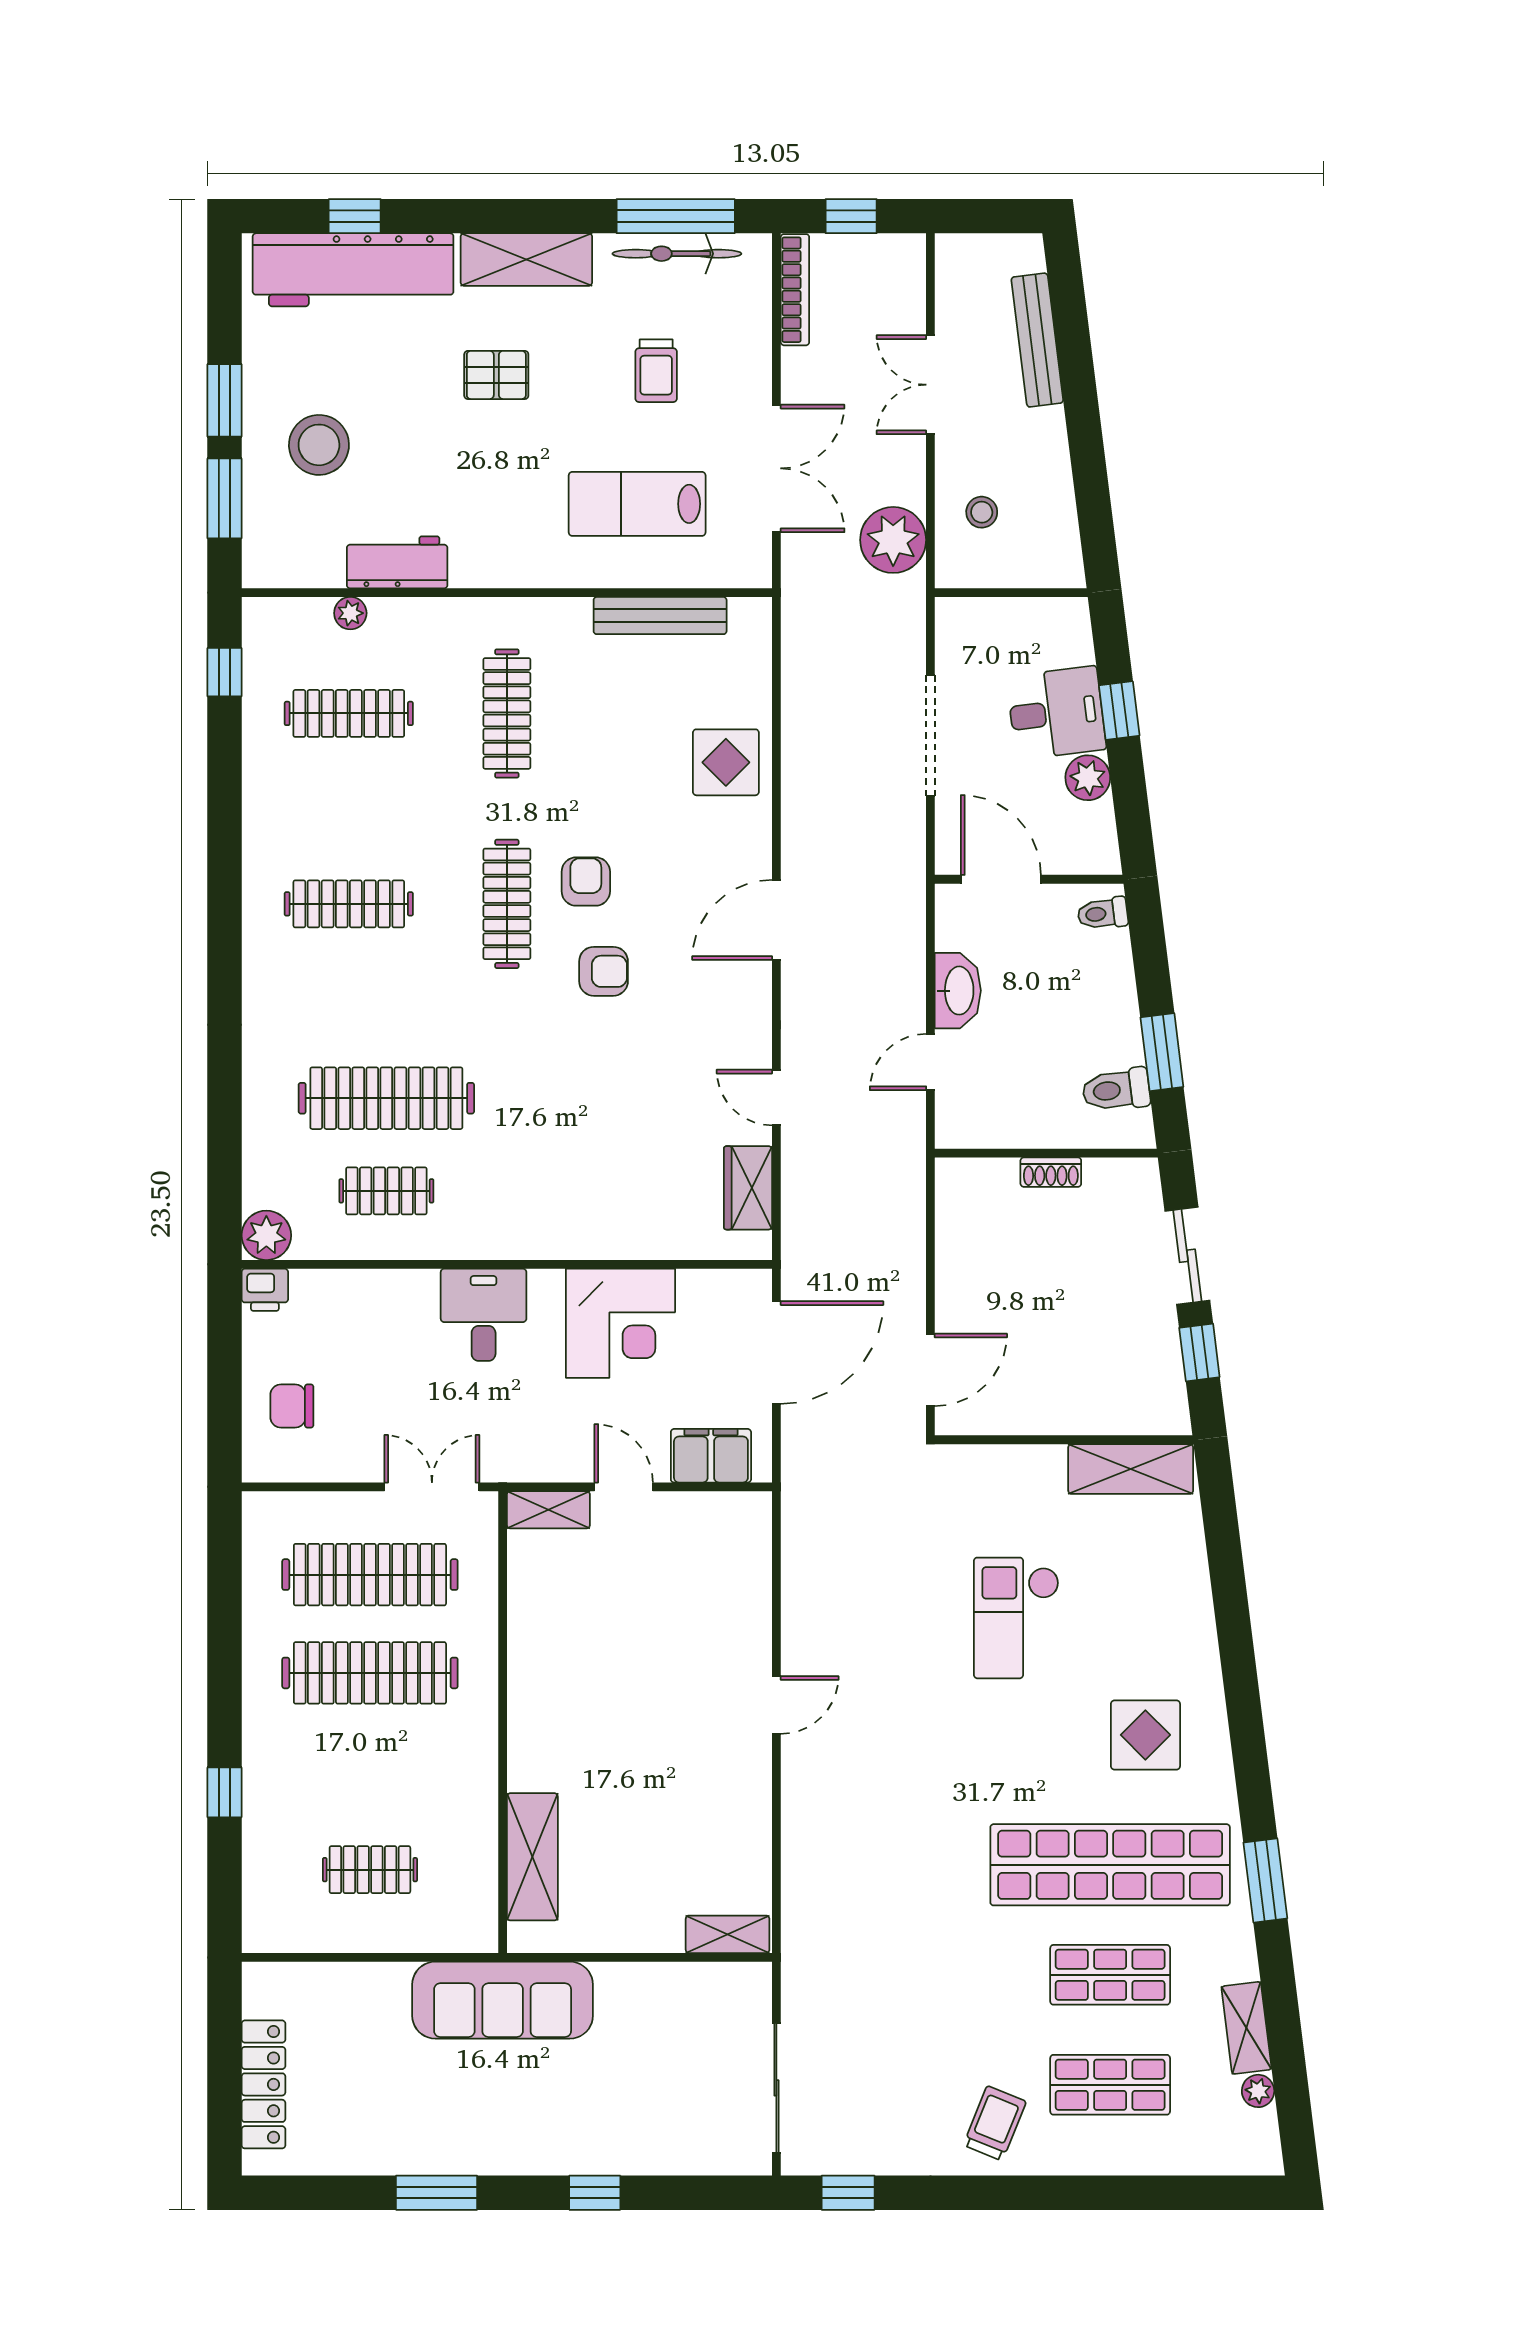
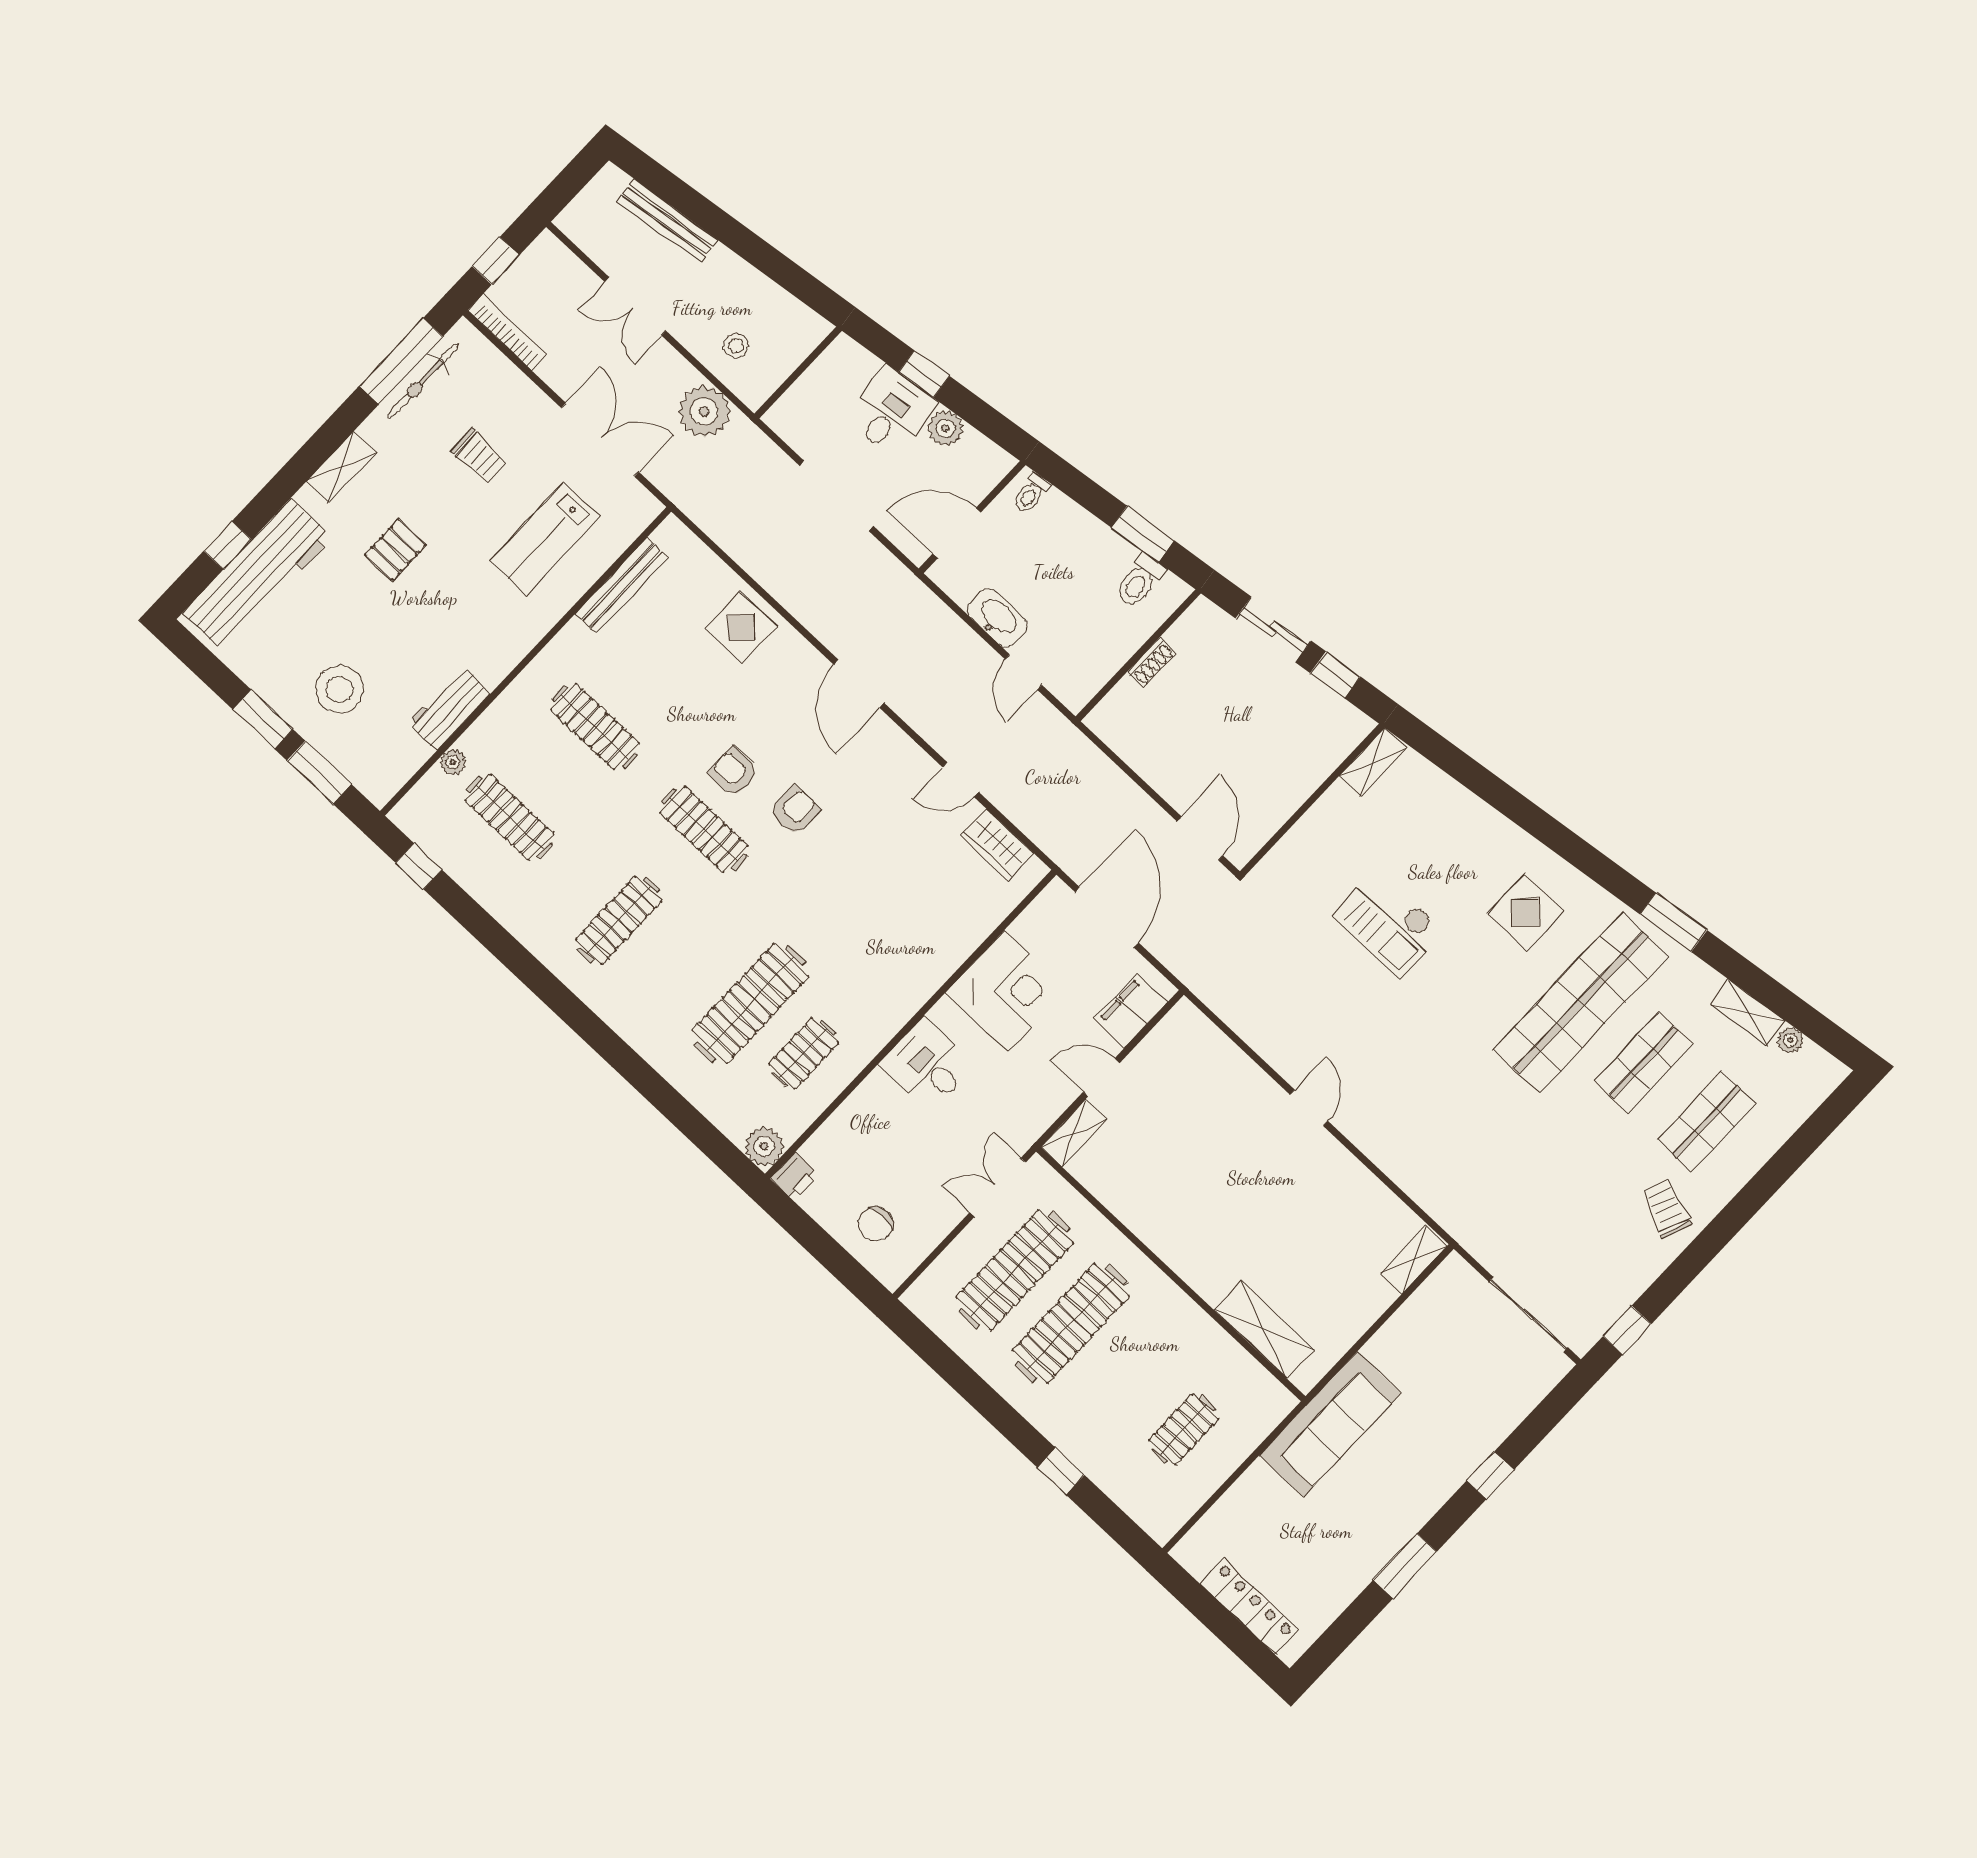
shelving: (526, 260) -> (341, 467), width x0.67, depth x0.75
clothes rail: (349, 713) -> (509, 817), turned 90
shelving: (1131, 1469) -> (1373, 762), width x0.67, depth x0.75

